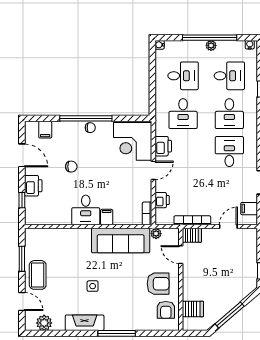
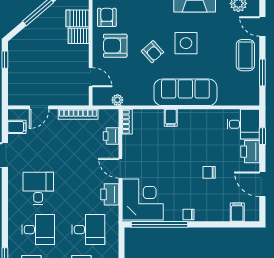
desk: (183, 114) -> (88, 230), turned 90
desk: (229, 114) -> (38, 230), turned 90
window: (86, 118) -> (160, 224), moved
desk: (229, 152) -> (38, 189), turned 180
door: (153, 170) -> (120, 168), hinge flipped
desk: (86, 210) -> (243, 124), moved, turned 90
server rack: (192, 235) -> (79, 36), moved
sofa: (121, 241) -> (185, 92), moved
armchair: (124, 278) -> (153, 52), added
side table: (93, 286) -> (186, 43), width x1.87, depth x1.87

